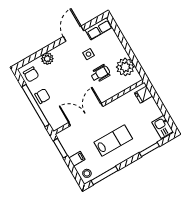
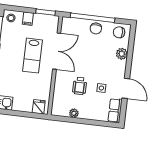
plant: (125, 67) -> (74, 113), width x0.53, depth x0.53
lab bench: (113, 140) -> (32, 56), moved

